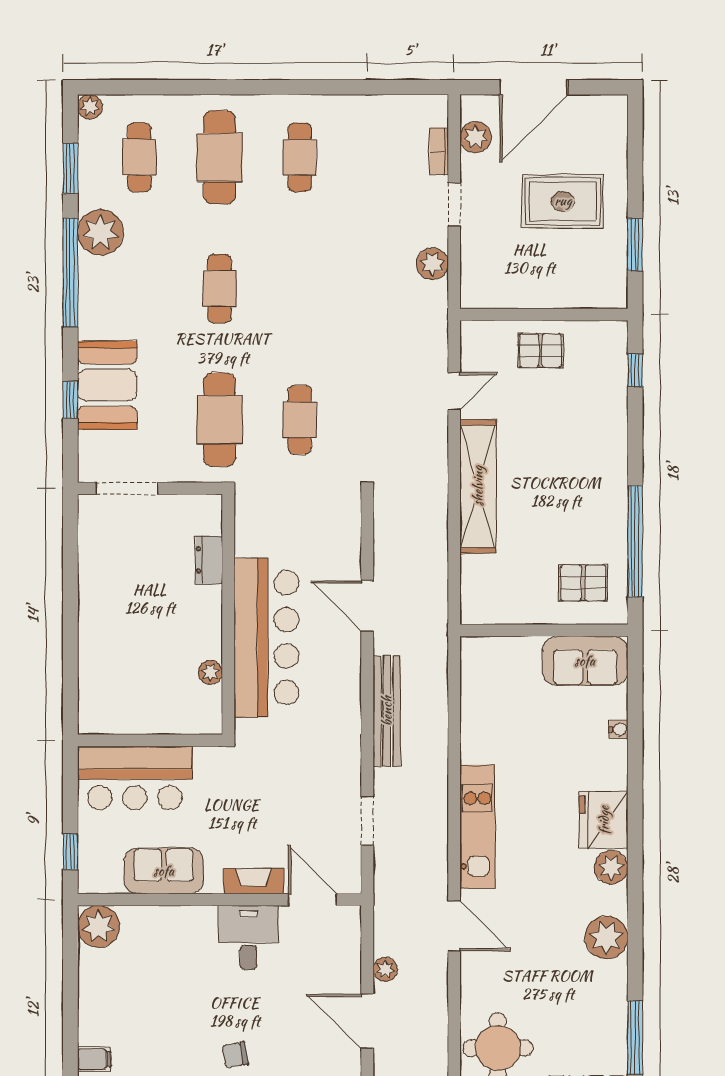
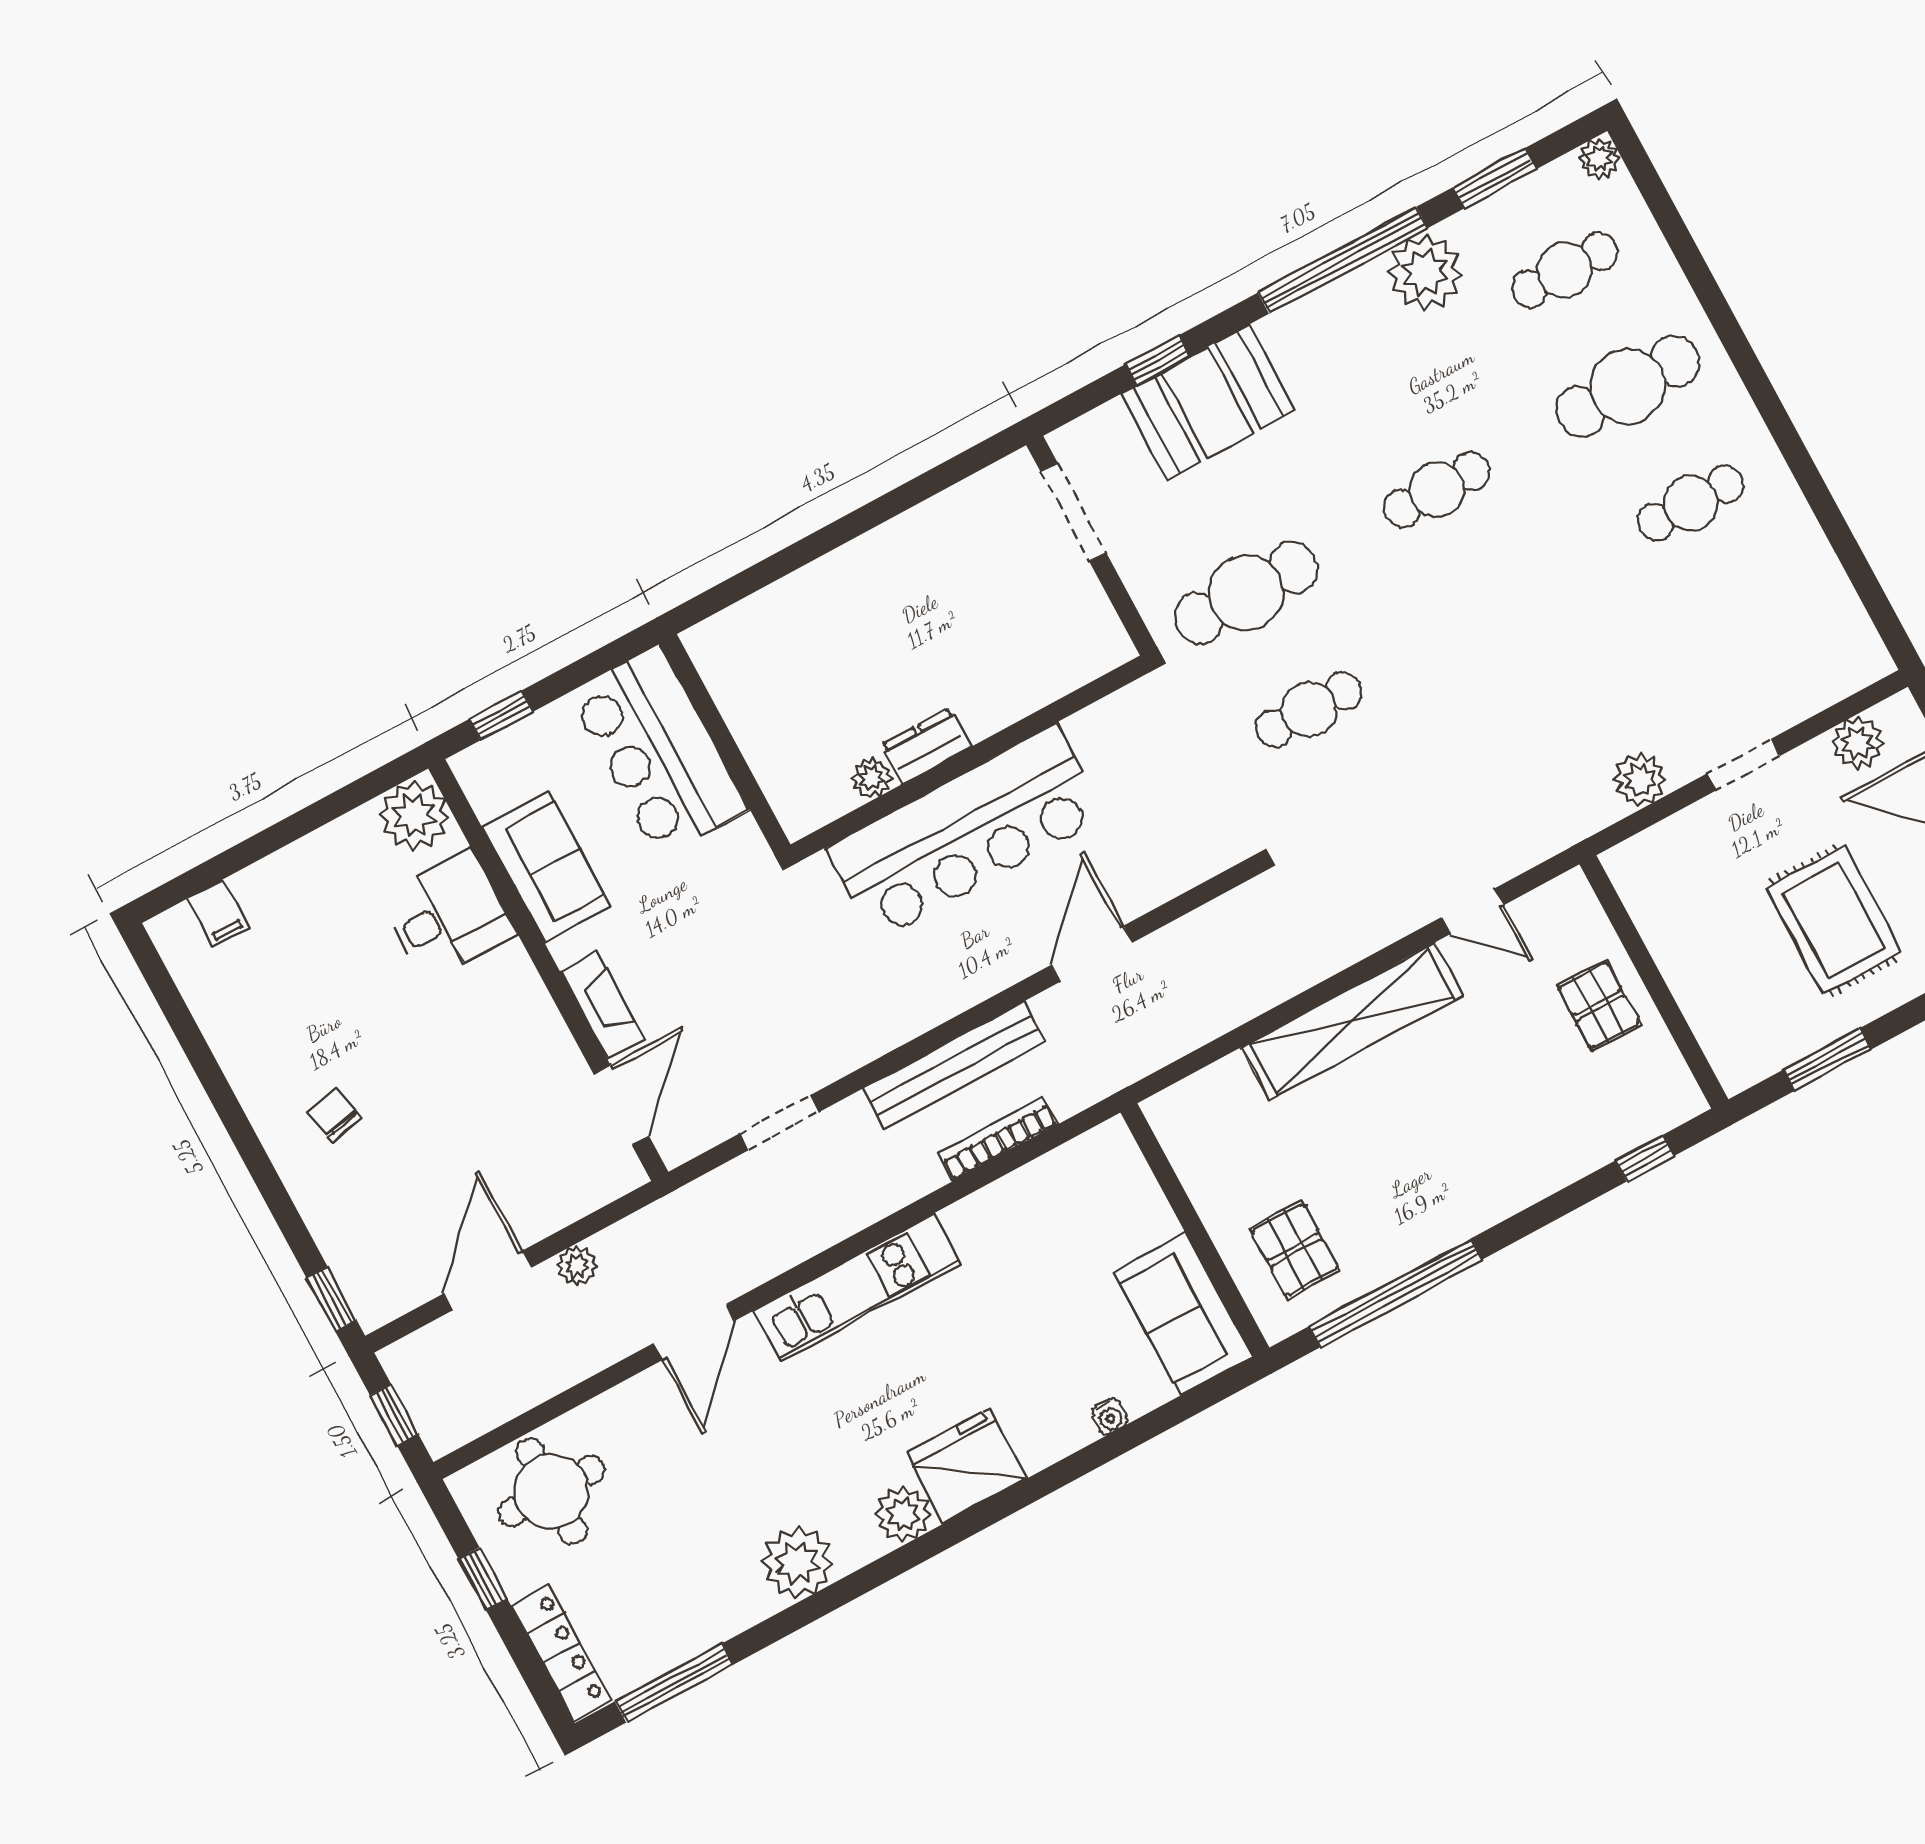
bookcase: (439, 151) -> (998, 1139), moved, width x1.56
dresser: (209, 560) -> (926, 746), moved
desk: (248, 938) -> (448, 916), moved

